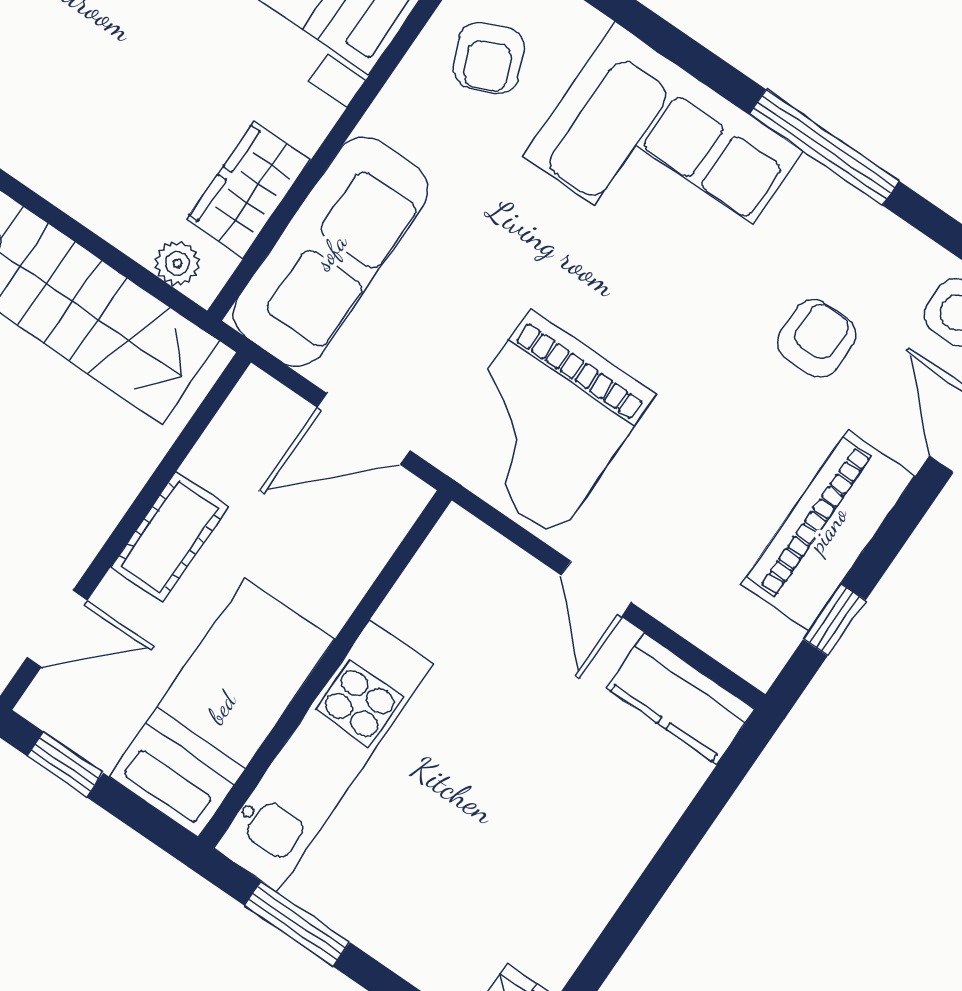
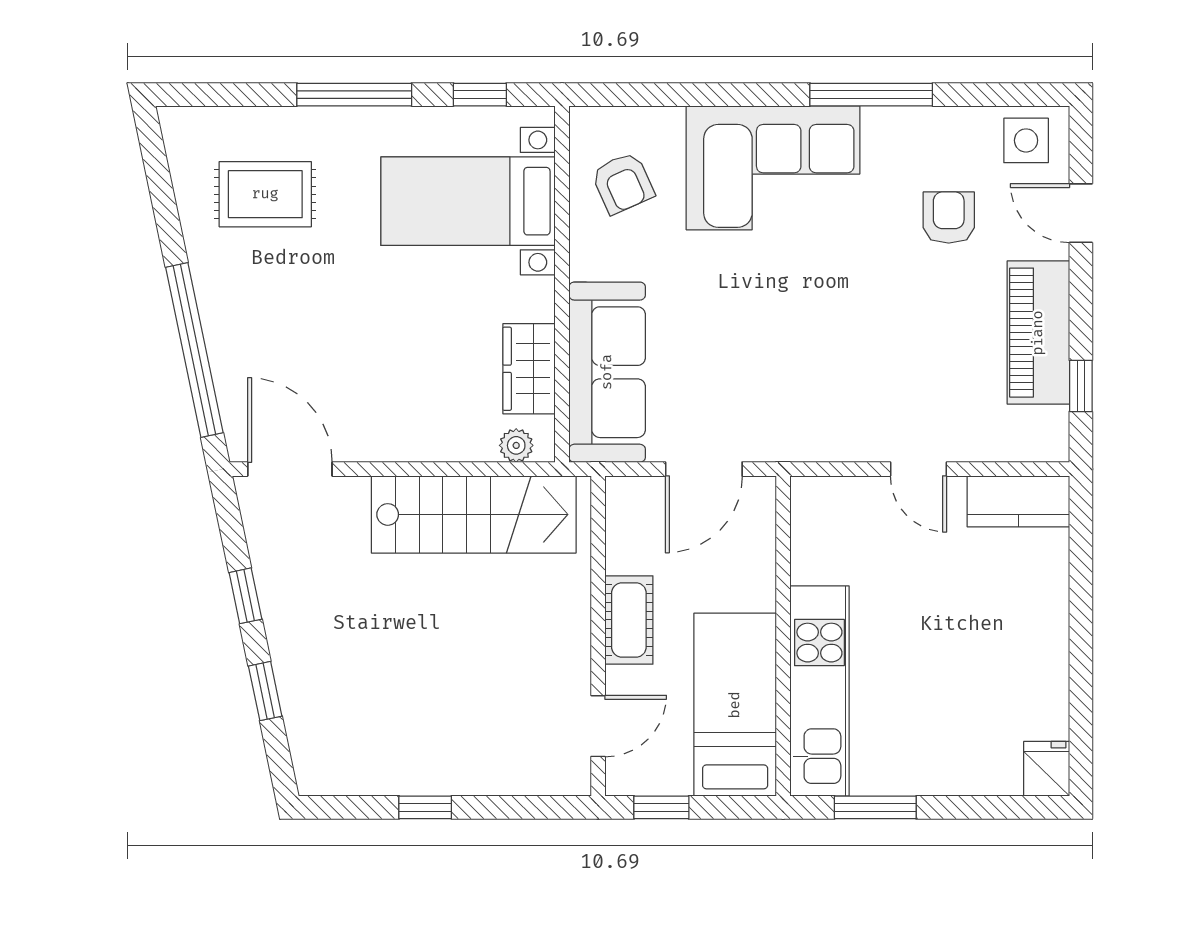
grand piano: (543, 424) -> (814, 388), removed

